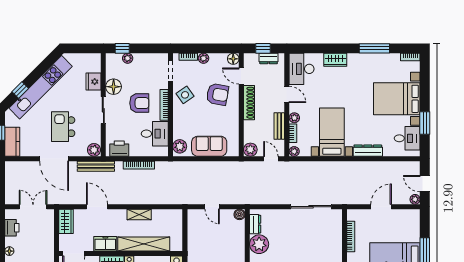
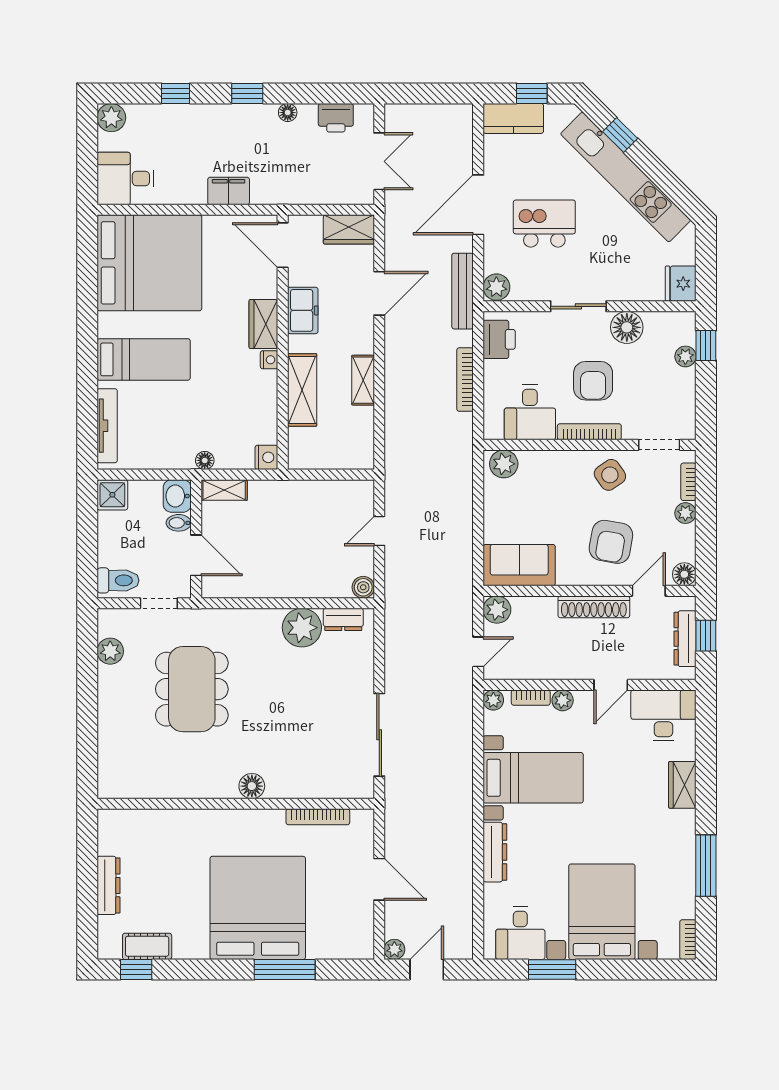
dresser: (269, 58) -> (685, 639), width x1.44
fridge: (93, 82) -> (681, 284), moved, turned -90
bench: (279, 126) -> (546, 669), removed
sofa: (209, 146) -> (519, 565), moved, turned -90
shelving: (144, 244) -> (302, 390), width x0.68

